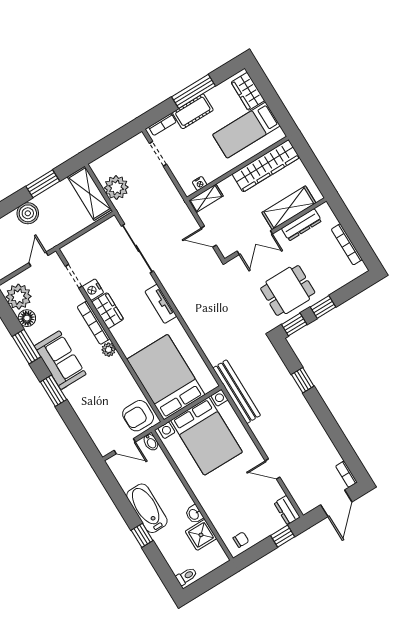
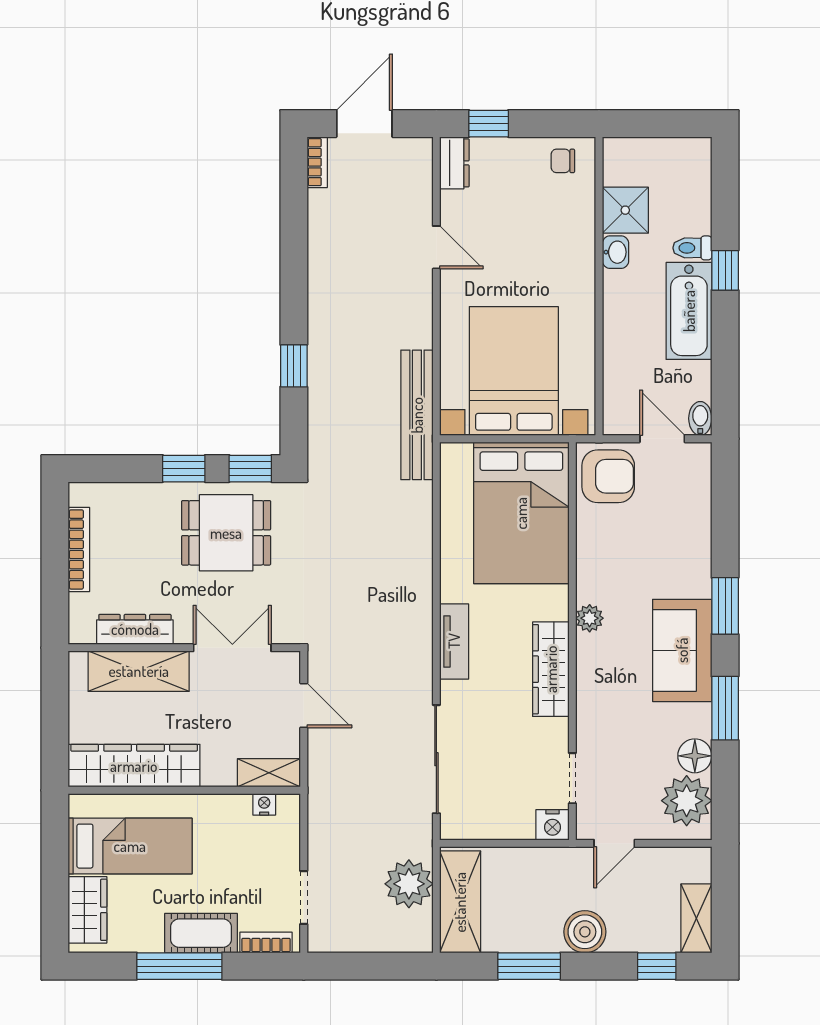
nightstand: (93, 290) -> (552, 825), moved, turned 90
wardrobe: (108, 311) -> (551, 669), width x1.50
bookcase: (94, 323) -> (587, 679), removed
bidet: (151, 442) -> (700, 418), moved
toilet: (186, 576) -> (692, 248), moved

